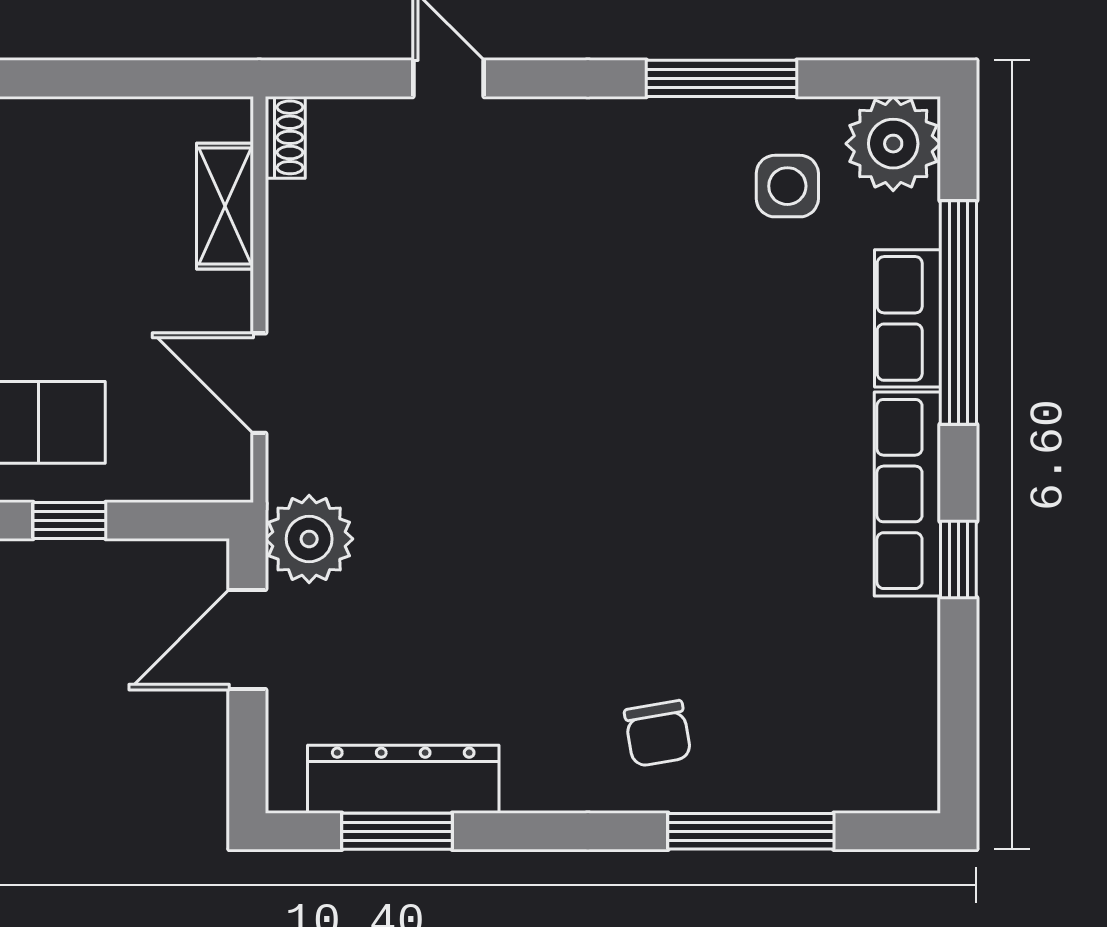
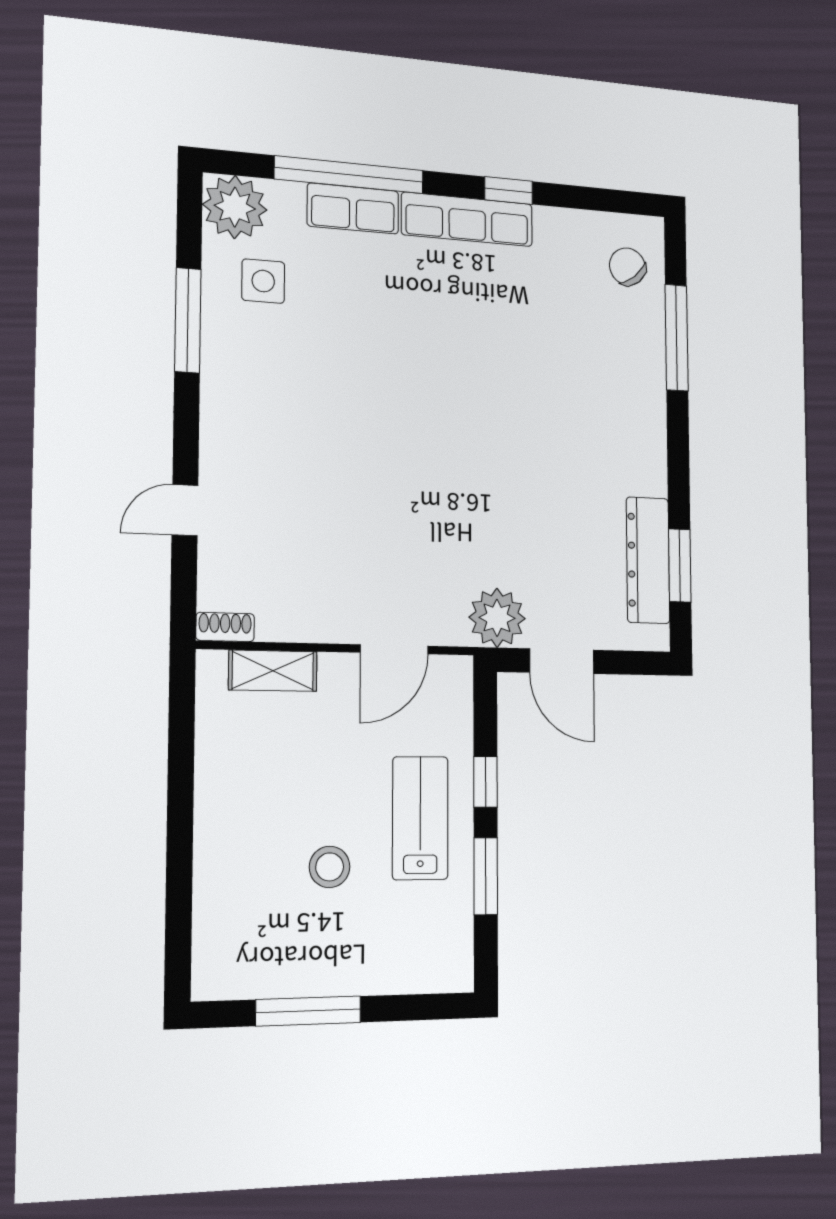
chair: (658, 734) -> (627, 267), moved, turned -120

